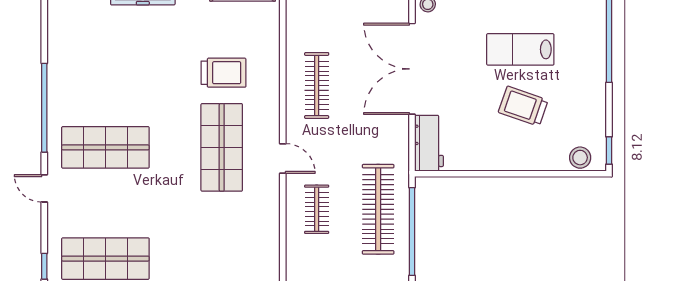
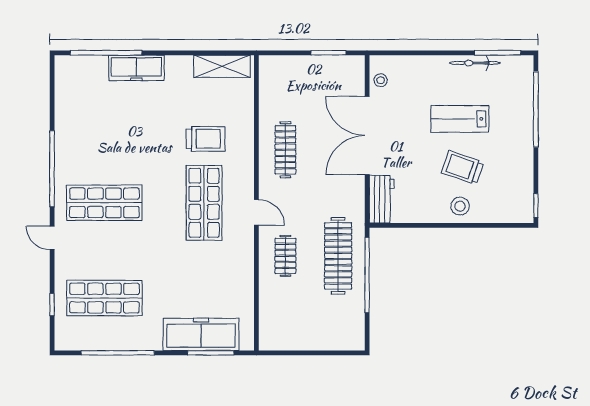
stool: (580, 158) -> (460, 206), moved

